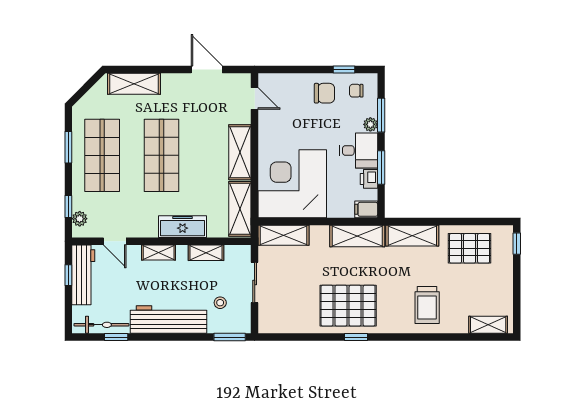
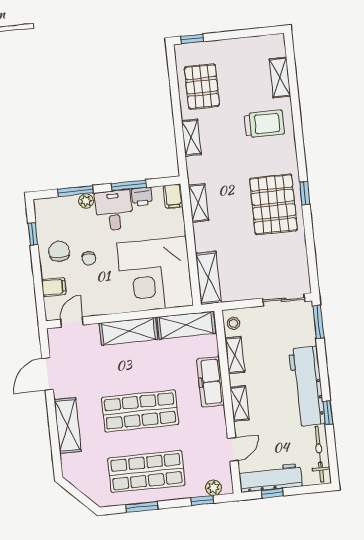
shelving: (134, 84) -> (68, 425), moved
filing cabinet: (290, 84) -> (54, 287), added
chair: (356, 91) -> (89, 258), moved
shelving: (357, 236) -> (199, 203), width x0.67, depth x0.75
shelving: (412, 236) -> (191, 138), width x0.67, depth x0.75
sliding door: (255, 282) -> (284, 300), moved
stool: (220, 303) -> (233, 323), moved
shelving: (488, 325) -> (280, 78), moved
window: (116, 337) -> (328, 413), moved

